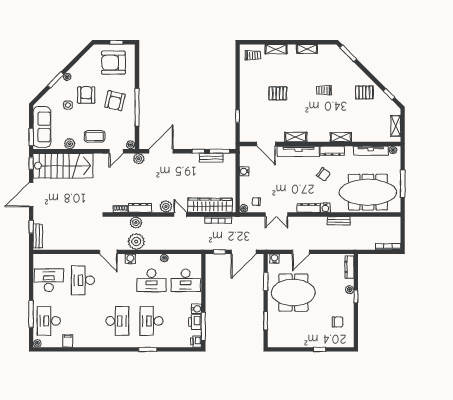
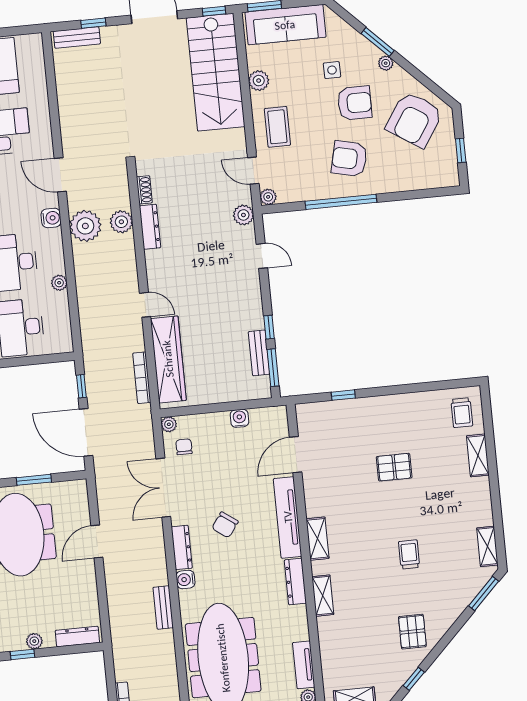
shelving: (307, 49) -> (487, 546), moved
armchair: (113, 63) -> (414, 119), moved, turned -147
pallet: (278, 93) -> (394, 467), turned 90
shelving: (296, 137) -> (317, 539), moved
door: (161, 151) -> (262, 256), width x0.53
tv unit: (371, 151) -> (304, 665), width x0.71
chair: (324, 175) -> (225, 525), moved
plant: (166, 206) -> (158, 276), removed
door: (180, 215) -> (145, 305), hinge flipped
double door: (276, 215) -> (163, 488), width x1.37
door: (108, 252) -> (60, 175), hinge flipped
door: (301, 252) -> (97, 541), hinge flipped
water cooler: (274, 259) -> (79, 492), removed

